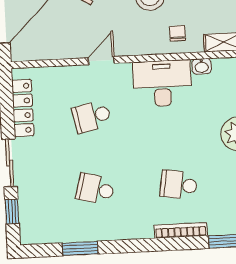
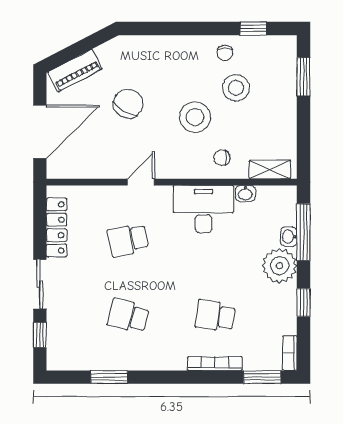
chair: (177, 33) -> (222, 158), turned -90

